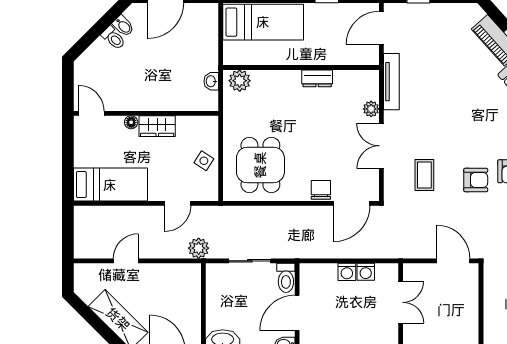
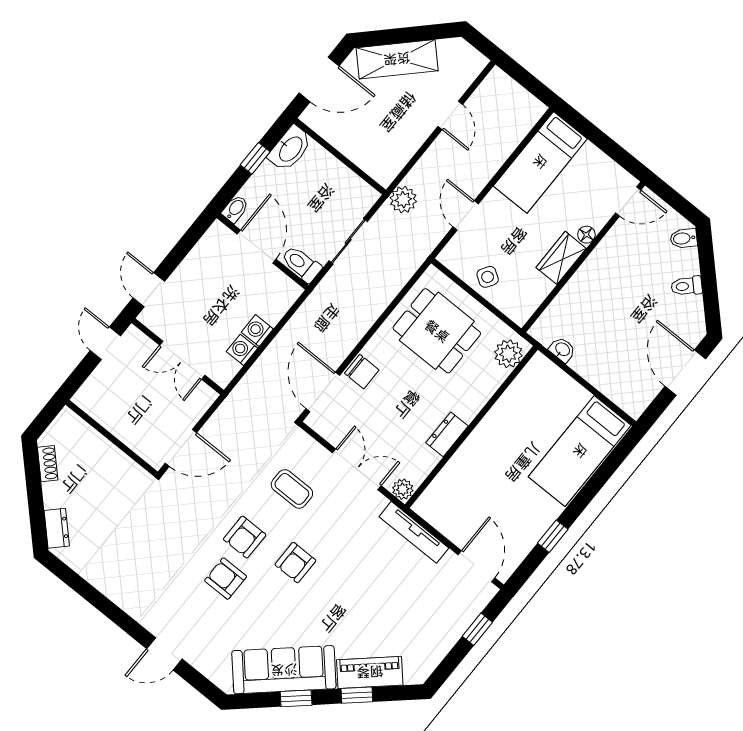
bidet: (123, 26) -> (684, 238), moved
wall: (301, 67) -> (471, 427), moved
dresser: (317, 78) -> (447, 434), moved
plant: (240, 81) -> (508, 354), moved
armchair: (466, 137) -> (295, 563), added

